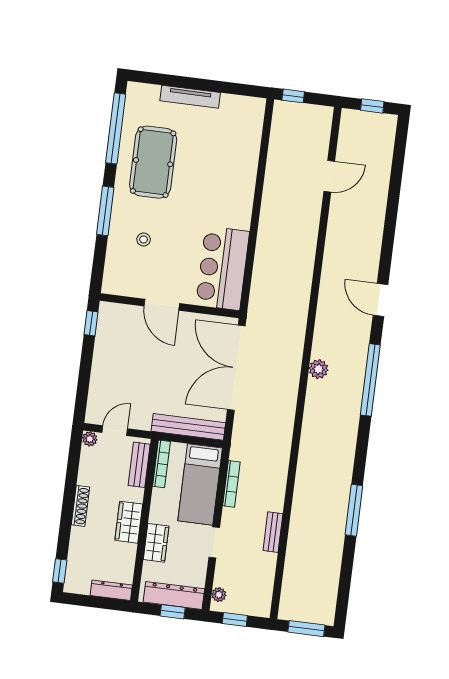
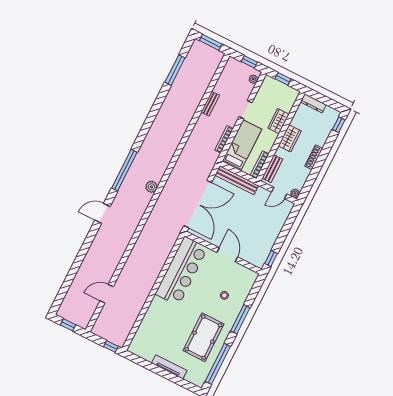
bar counter: (223, 268) -> (182, 271), width x1.36
door: (380, 300) -> (103, 213), swing flipped
window: (354, 510) -> (175, 70), moved
dresser: (174, 595) -> (279, 88), removed

